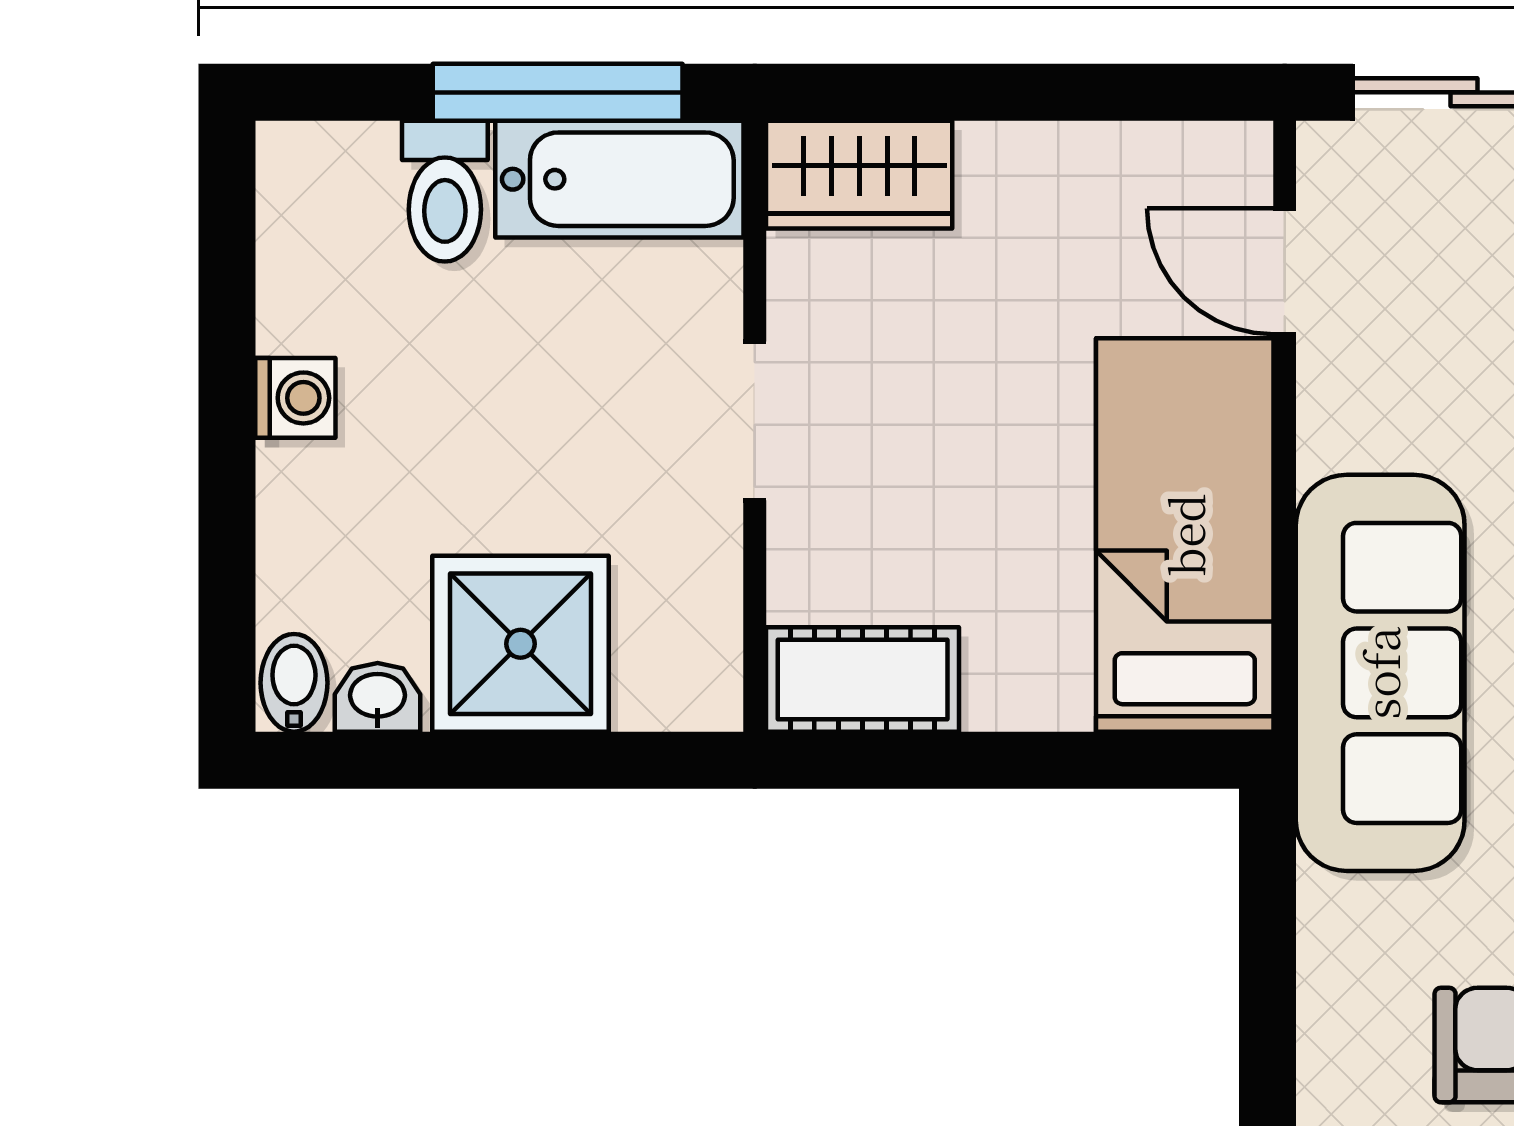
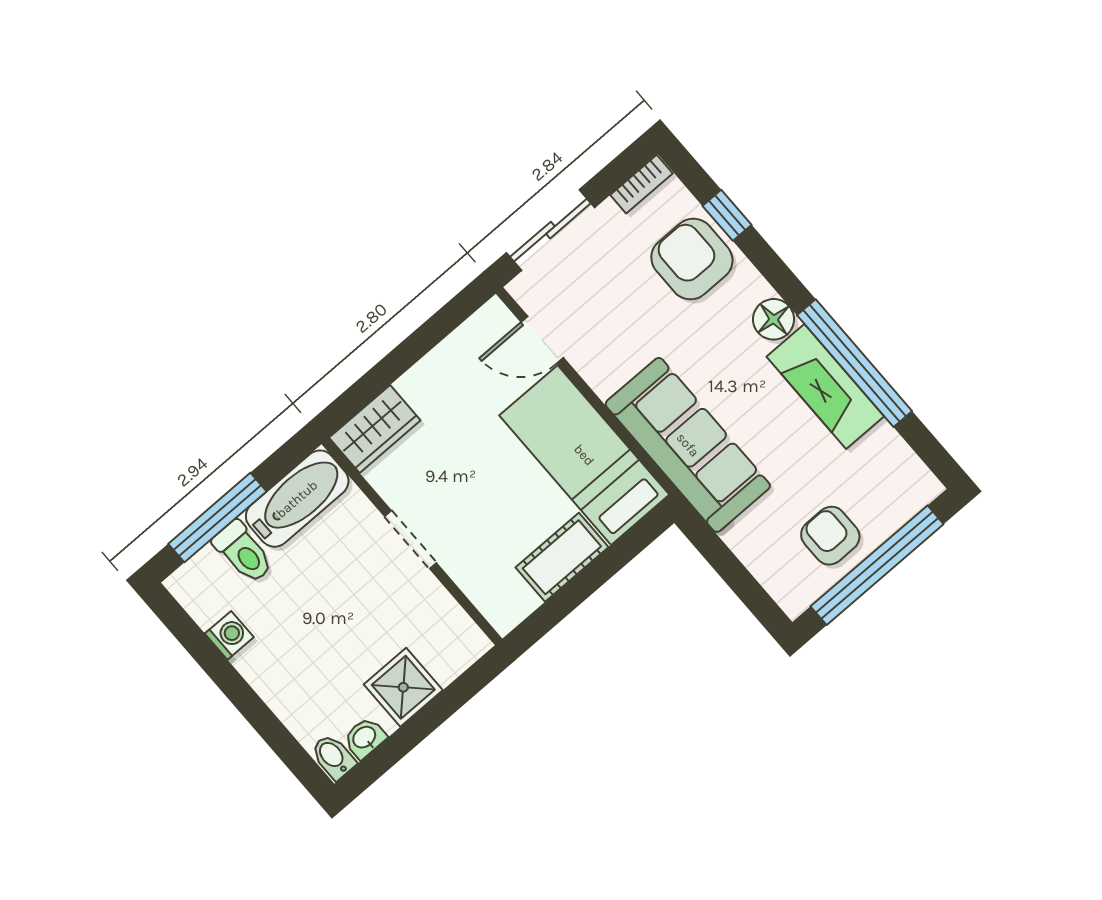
window: (558, 92) -> (217, 518), moved
washing machine: (295, 398) -> (229, 635), moved
shower: (520, 644) -> (403, 687), width x0.73, depth x0.73
cot: (863, 679) -> (562, 557), moved

